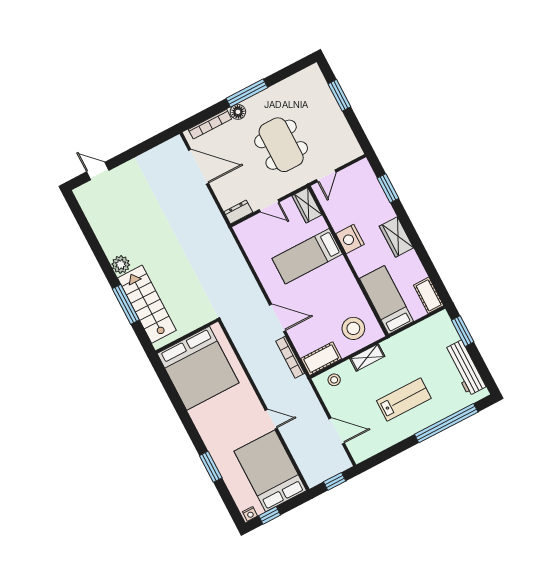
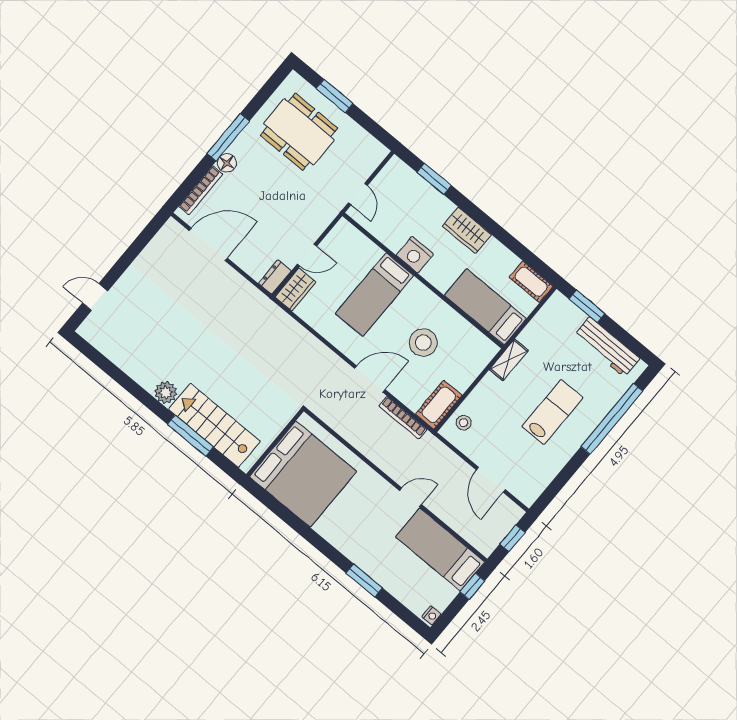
dining table: (281, 145) -> (299, 132), moved
wardrobe: (307, 205) -> (295, 289), moved, turned -90
stool: (353, 328) -> (423, 343), moved
shelving: (367, 357) -> (509, 360), moved
door: (337, 431) -> (491, 480), swing flipped
bed: (270, 471) -> (440, 549), width x0.67
window: (270, 515) -> (472, 586), moved

